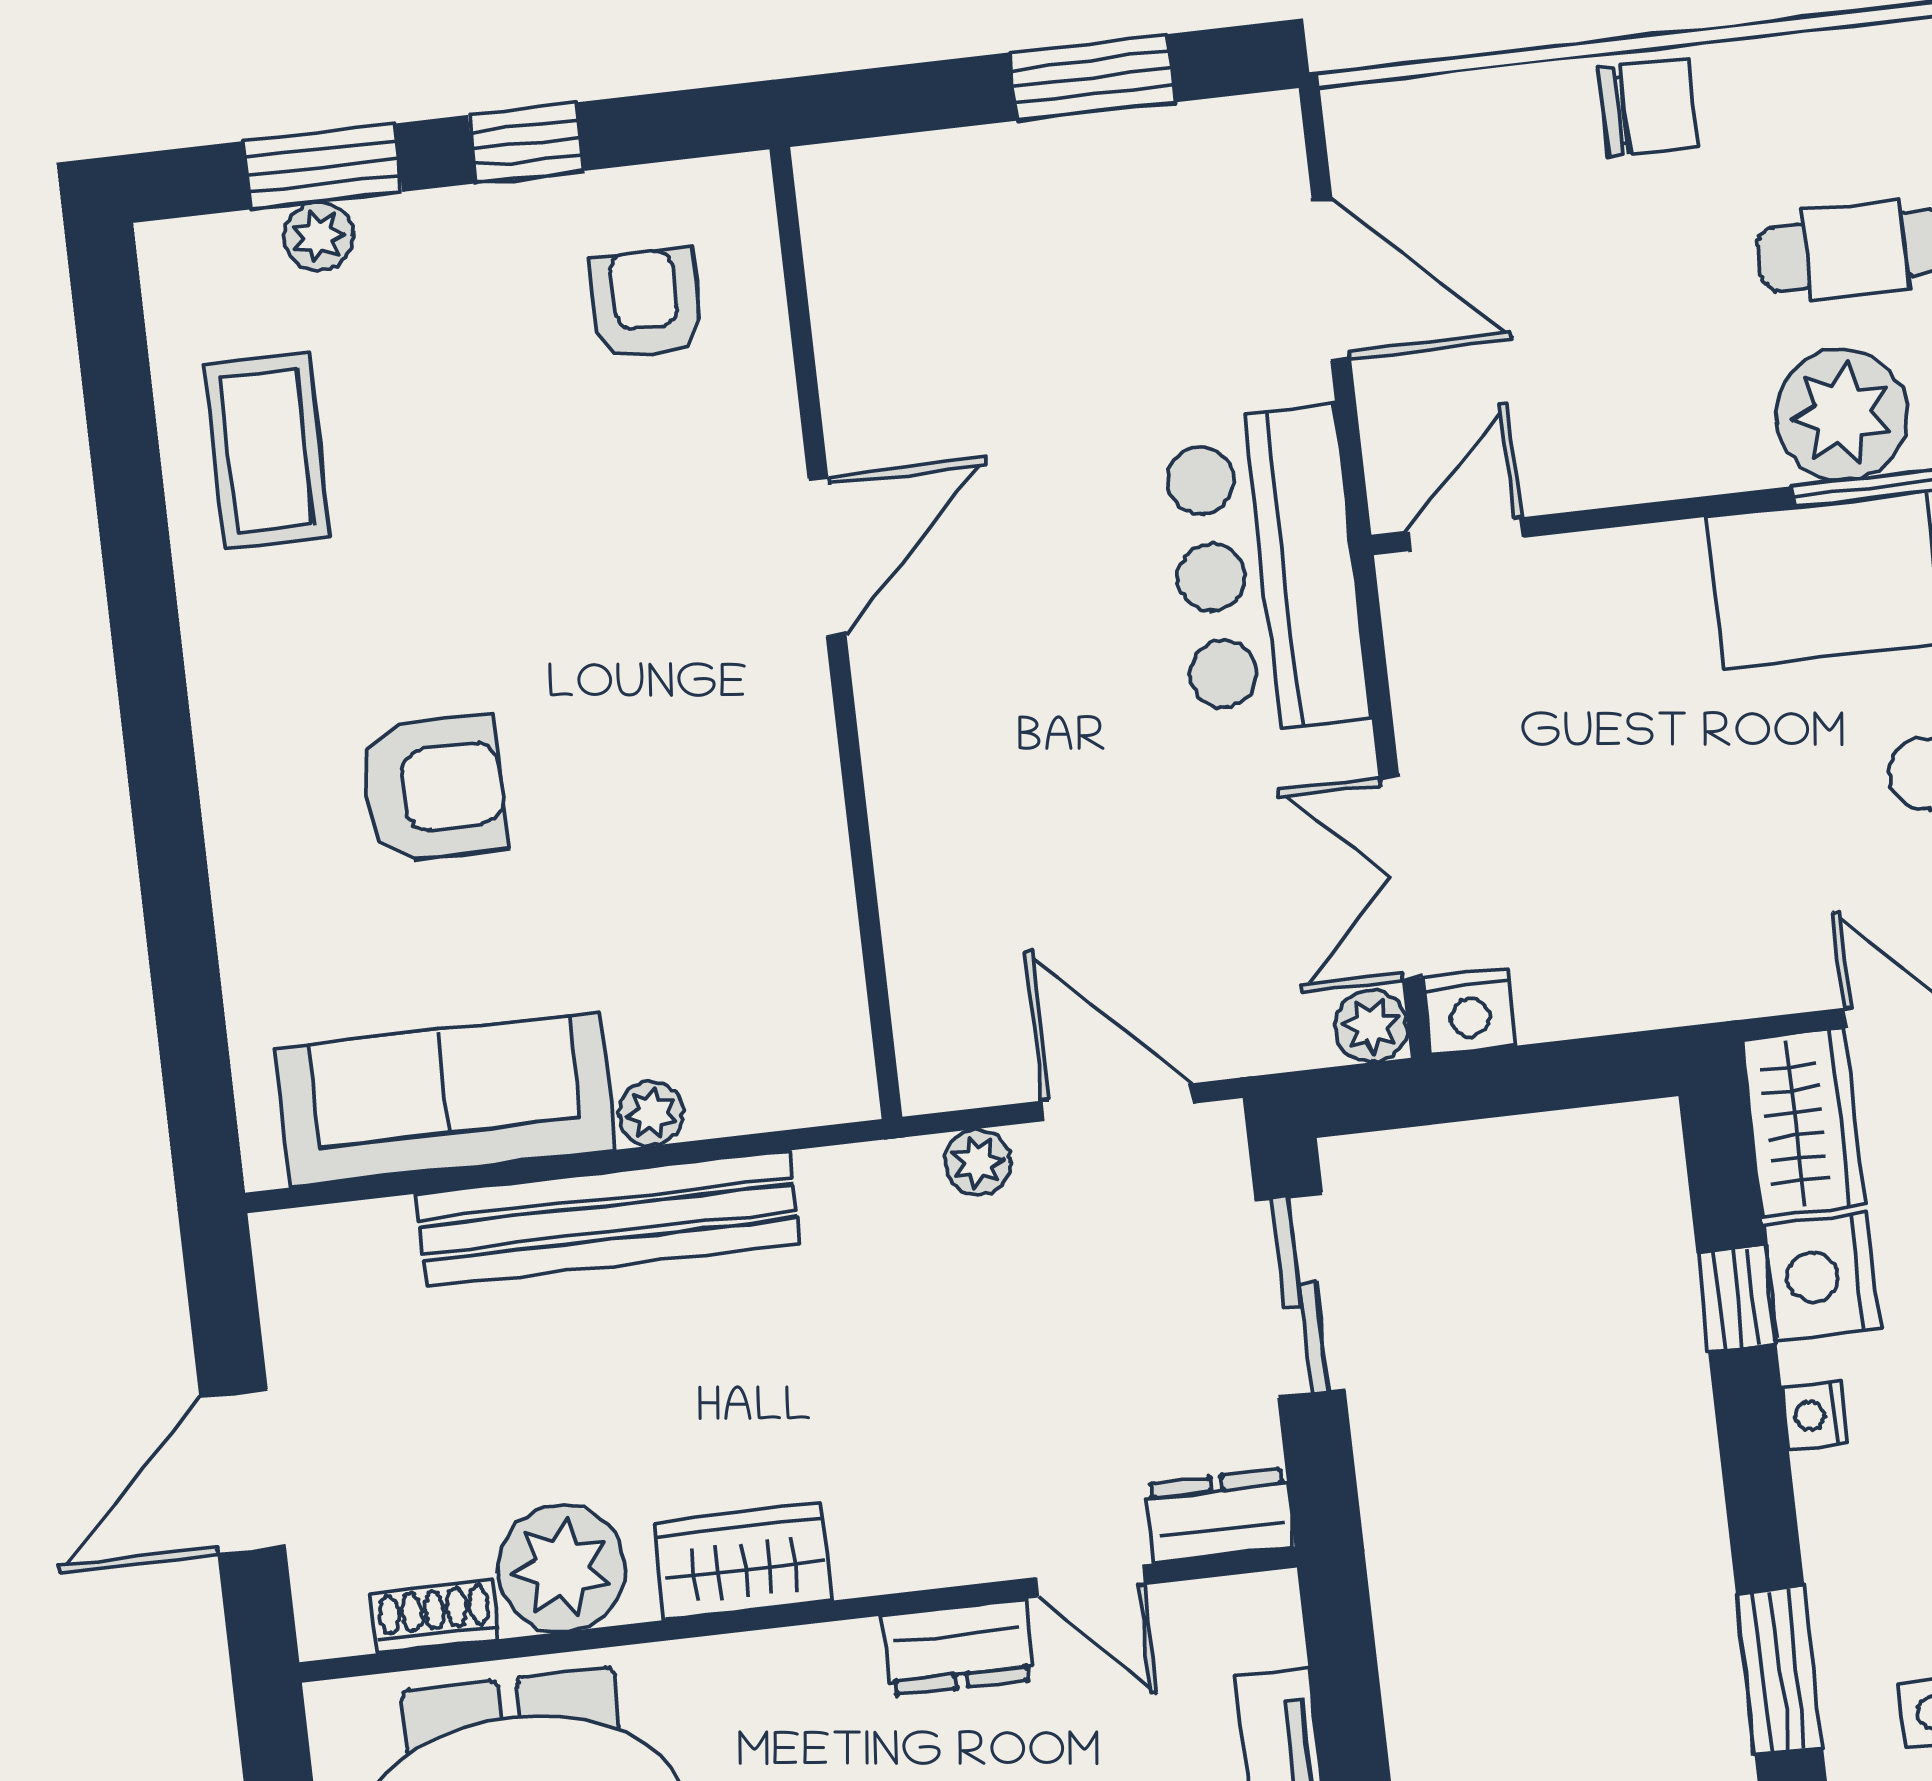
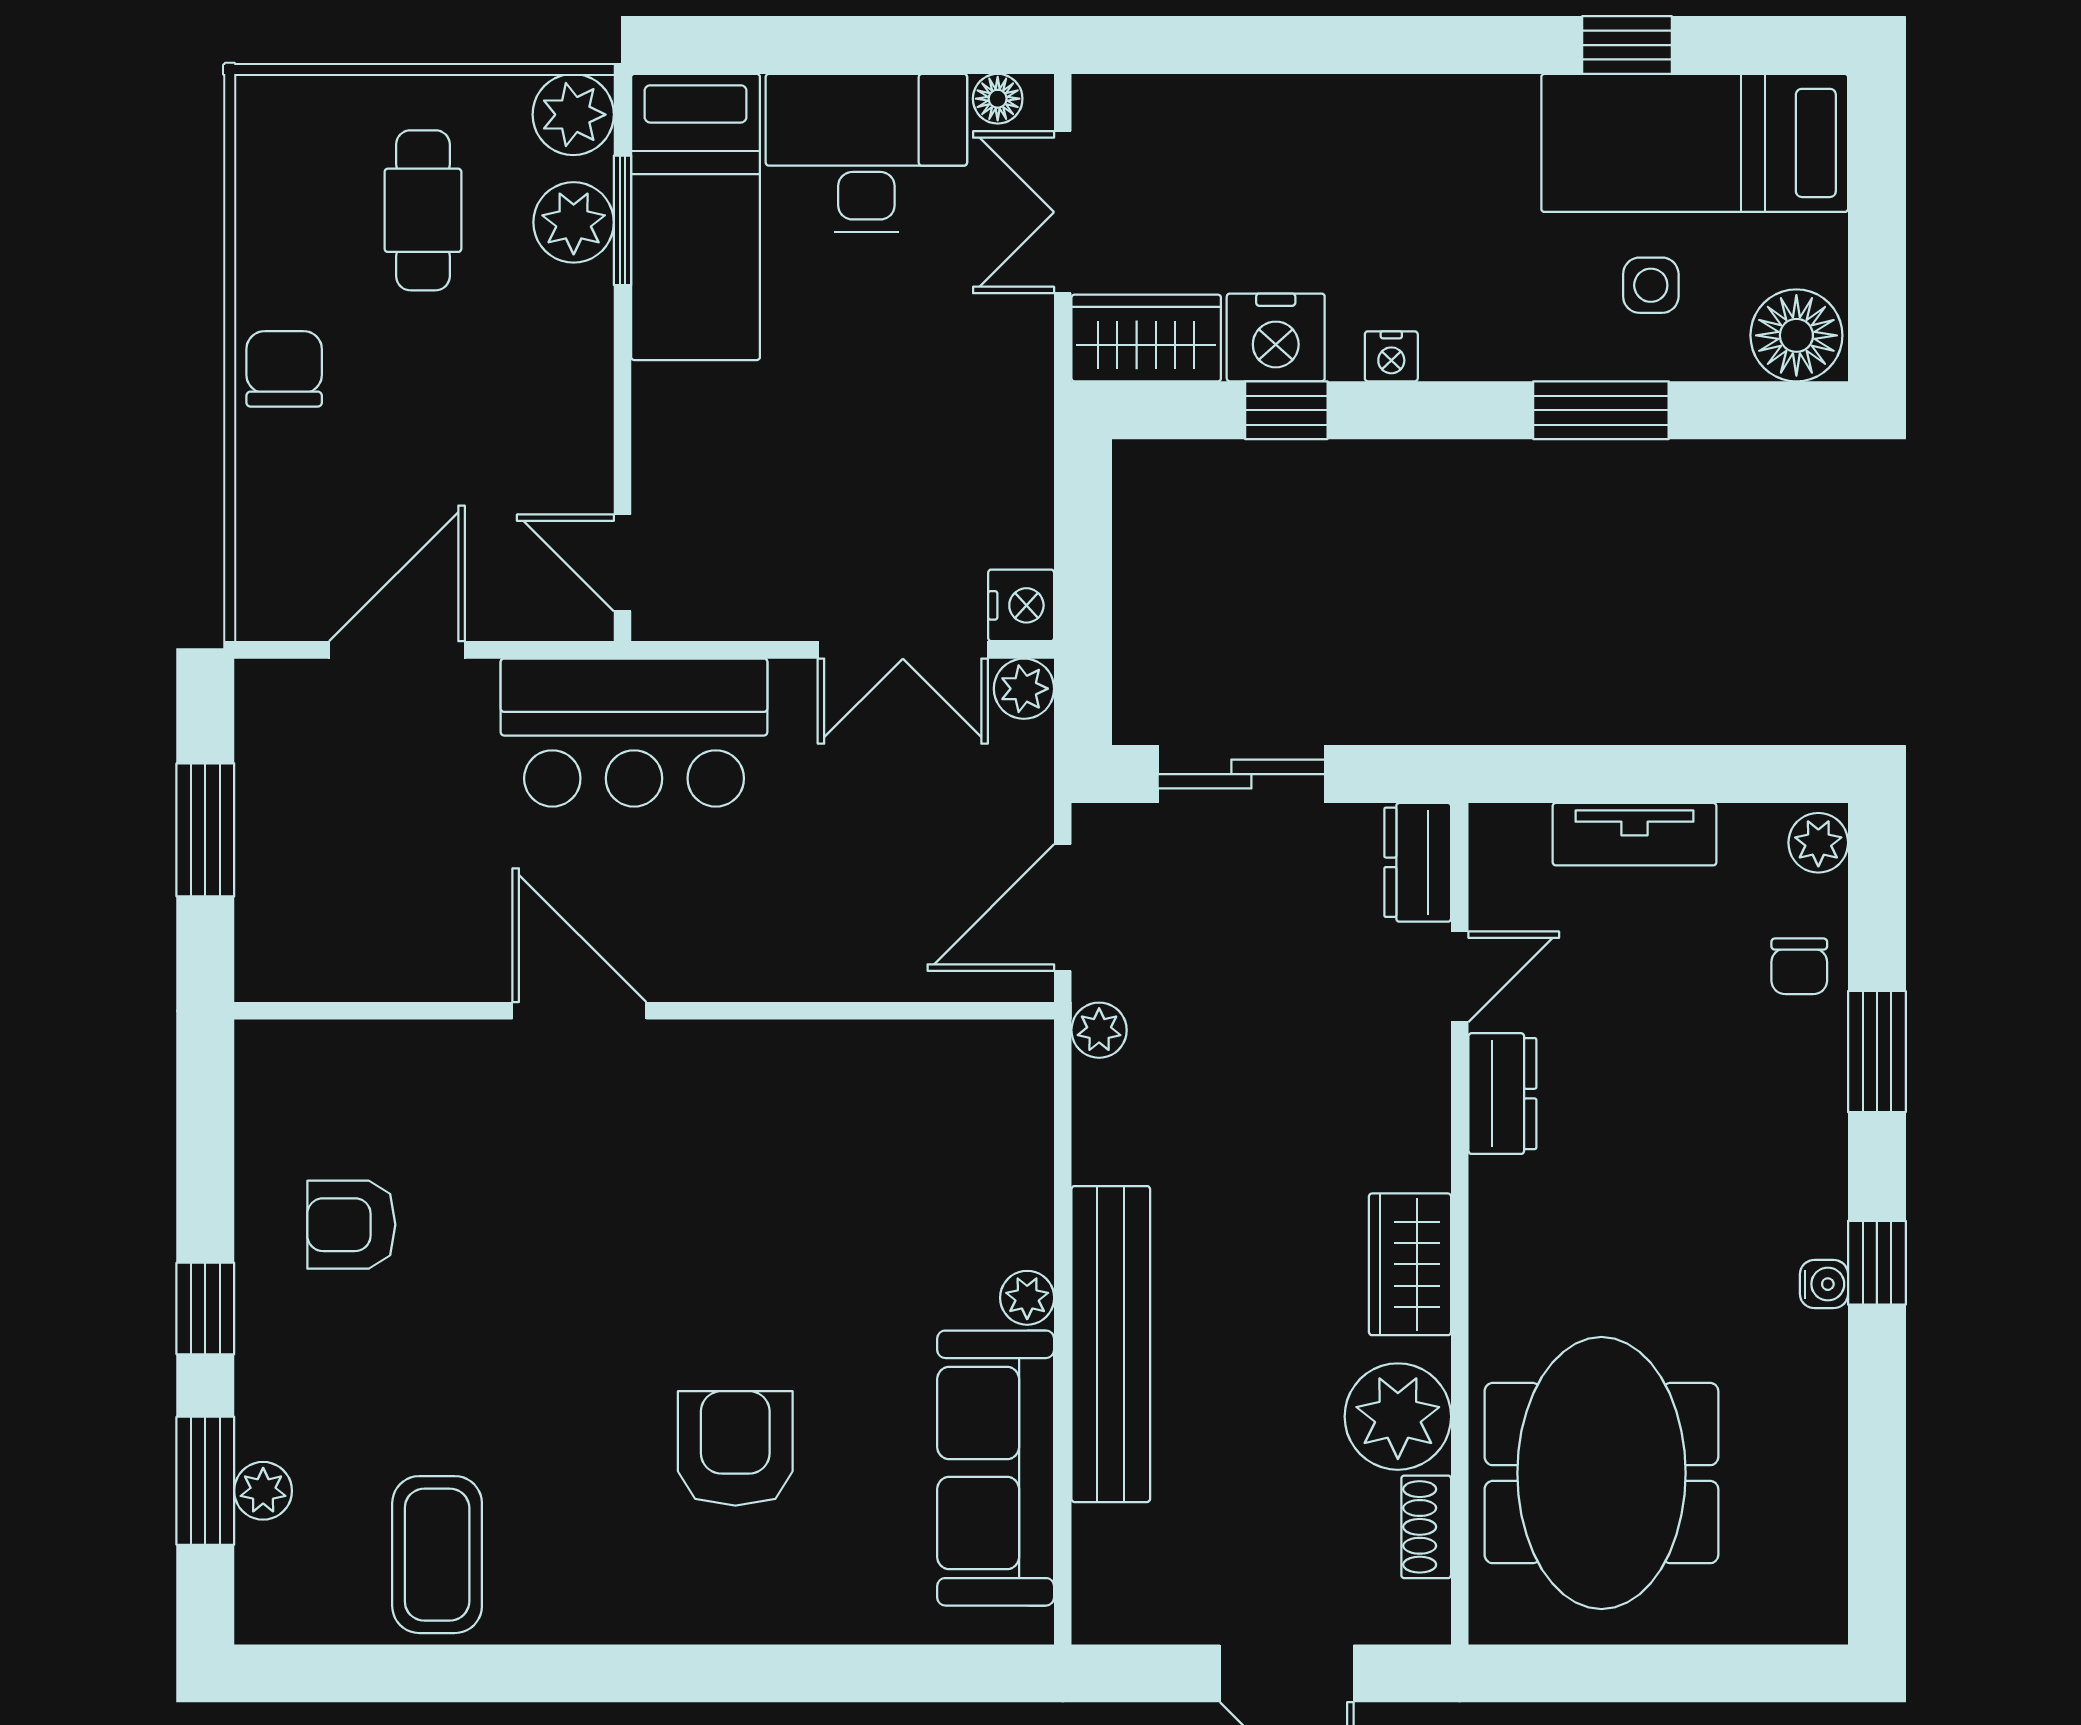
plant: (1842, 415) -> (574, 222), width x0.73, depth x0.73
coffee table: (267, 451) -> (437, 1555), turned 90
door: (827, 556) -> (579, 1011), moved
wall: (836, 633) -> (644, 1011), moved

